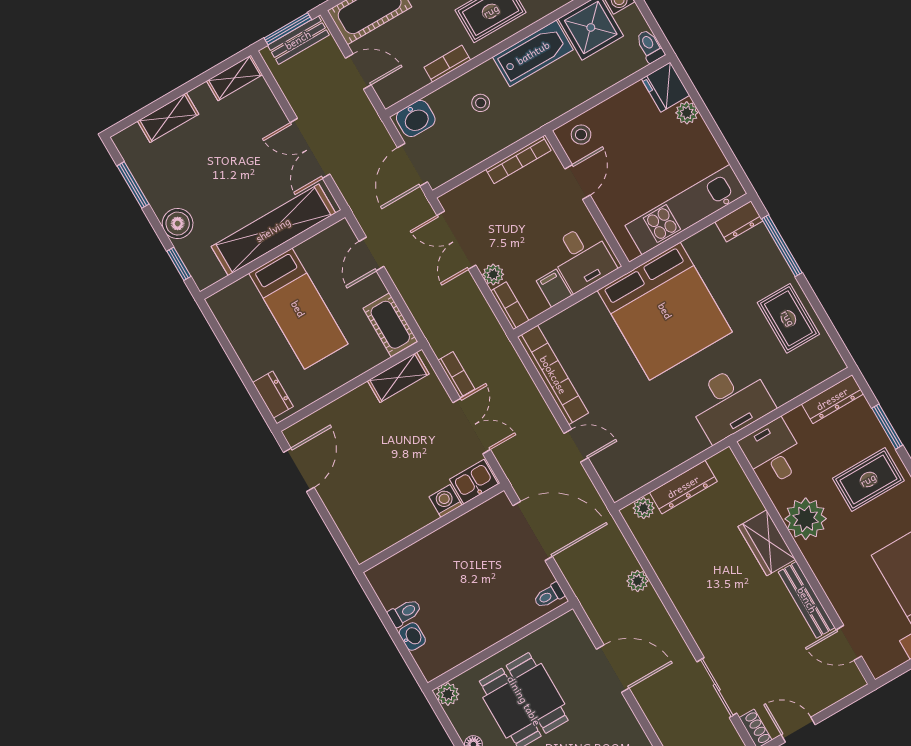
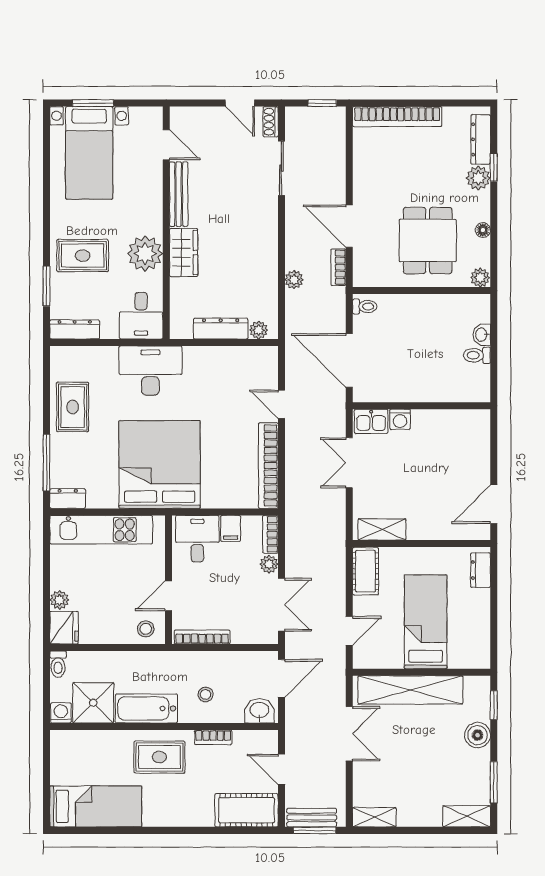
shelving: (168, 118) -> (467, 816), moved
bookcase: (456, 375) -> (338, 267), moved

